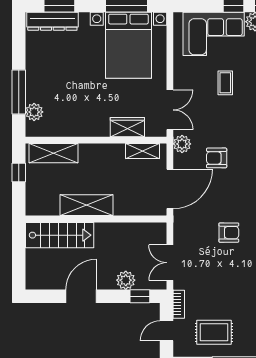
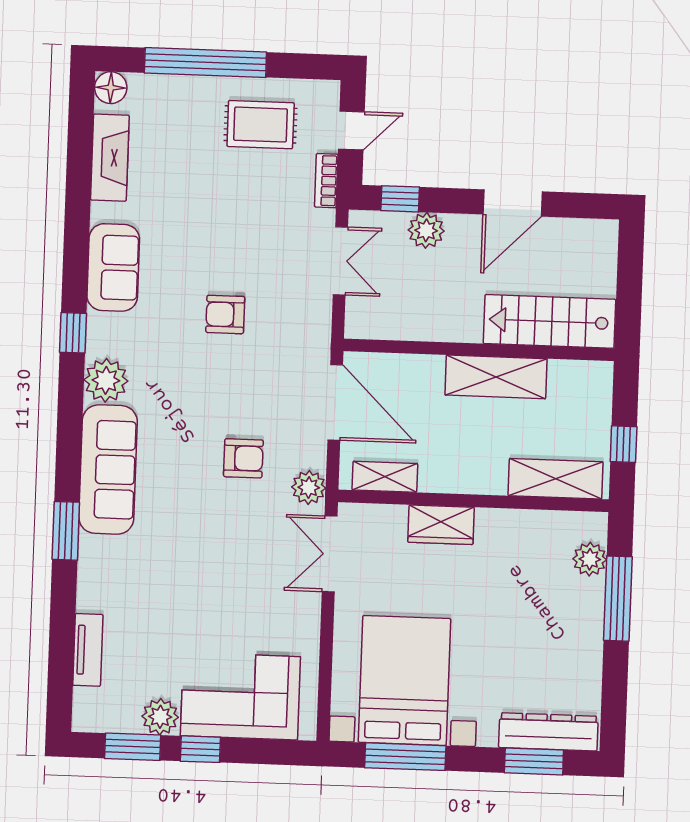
coffee table: (225, 83) -> (222, 602), removed
wardrobe: (127, 127) -> (441, 525), moved
door: (170, 189) -> (335, 402), swing flipped

